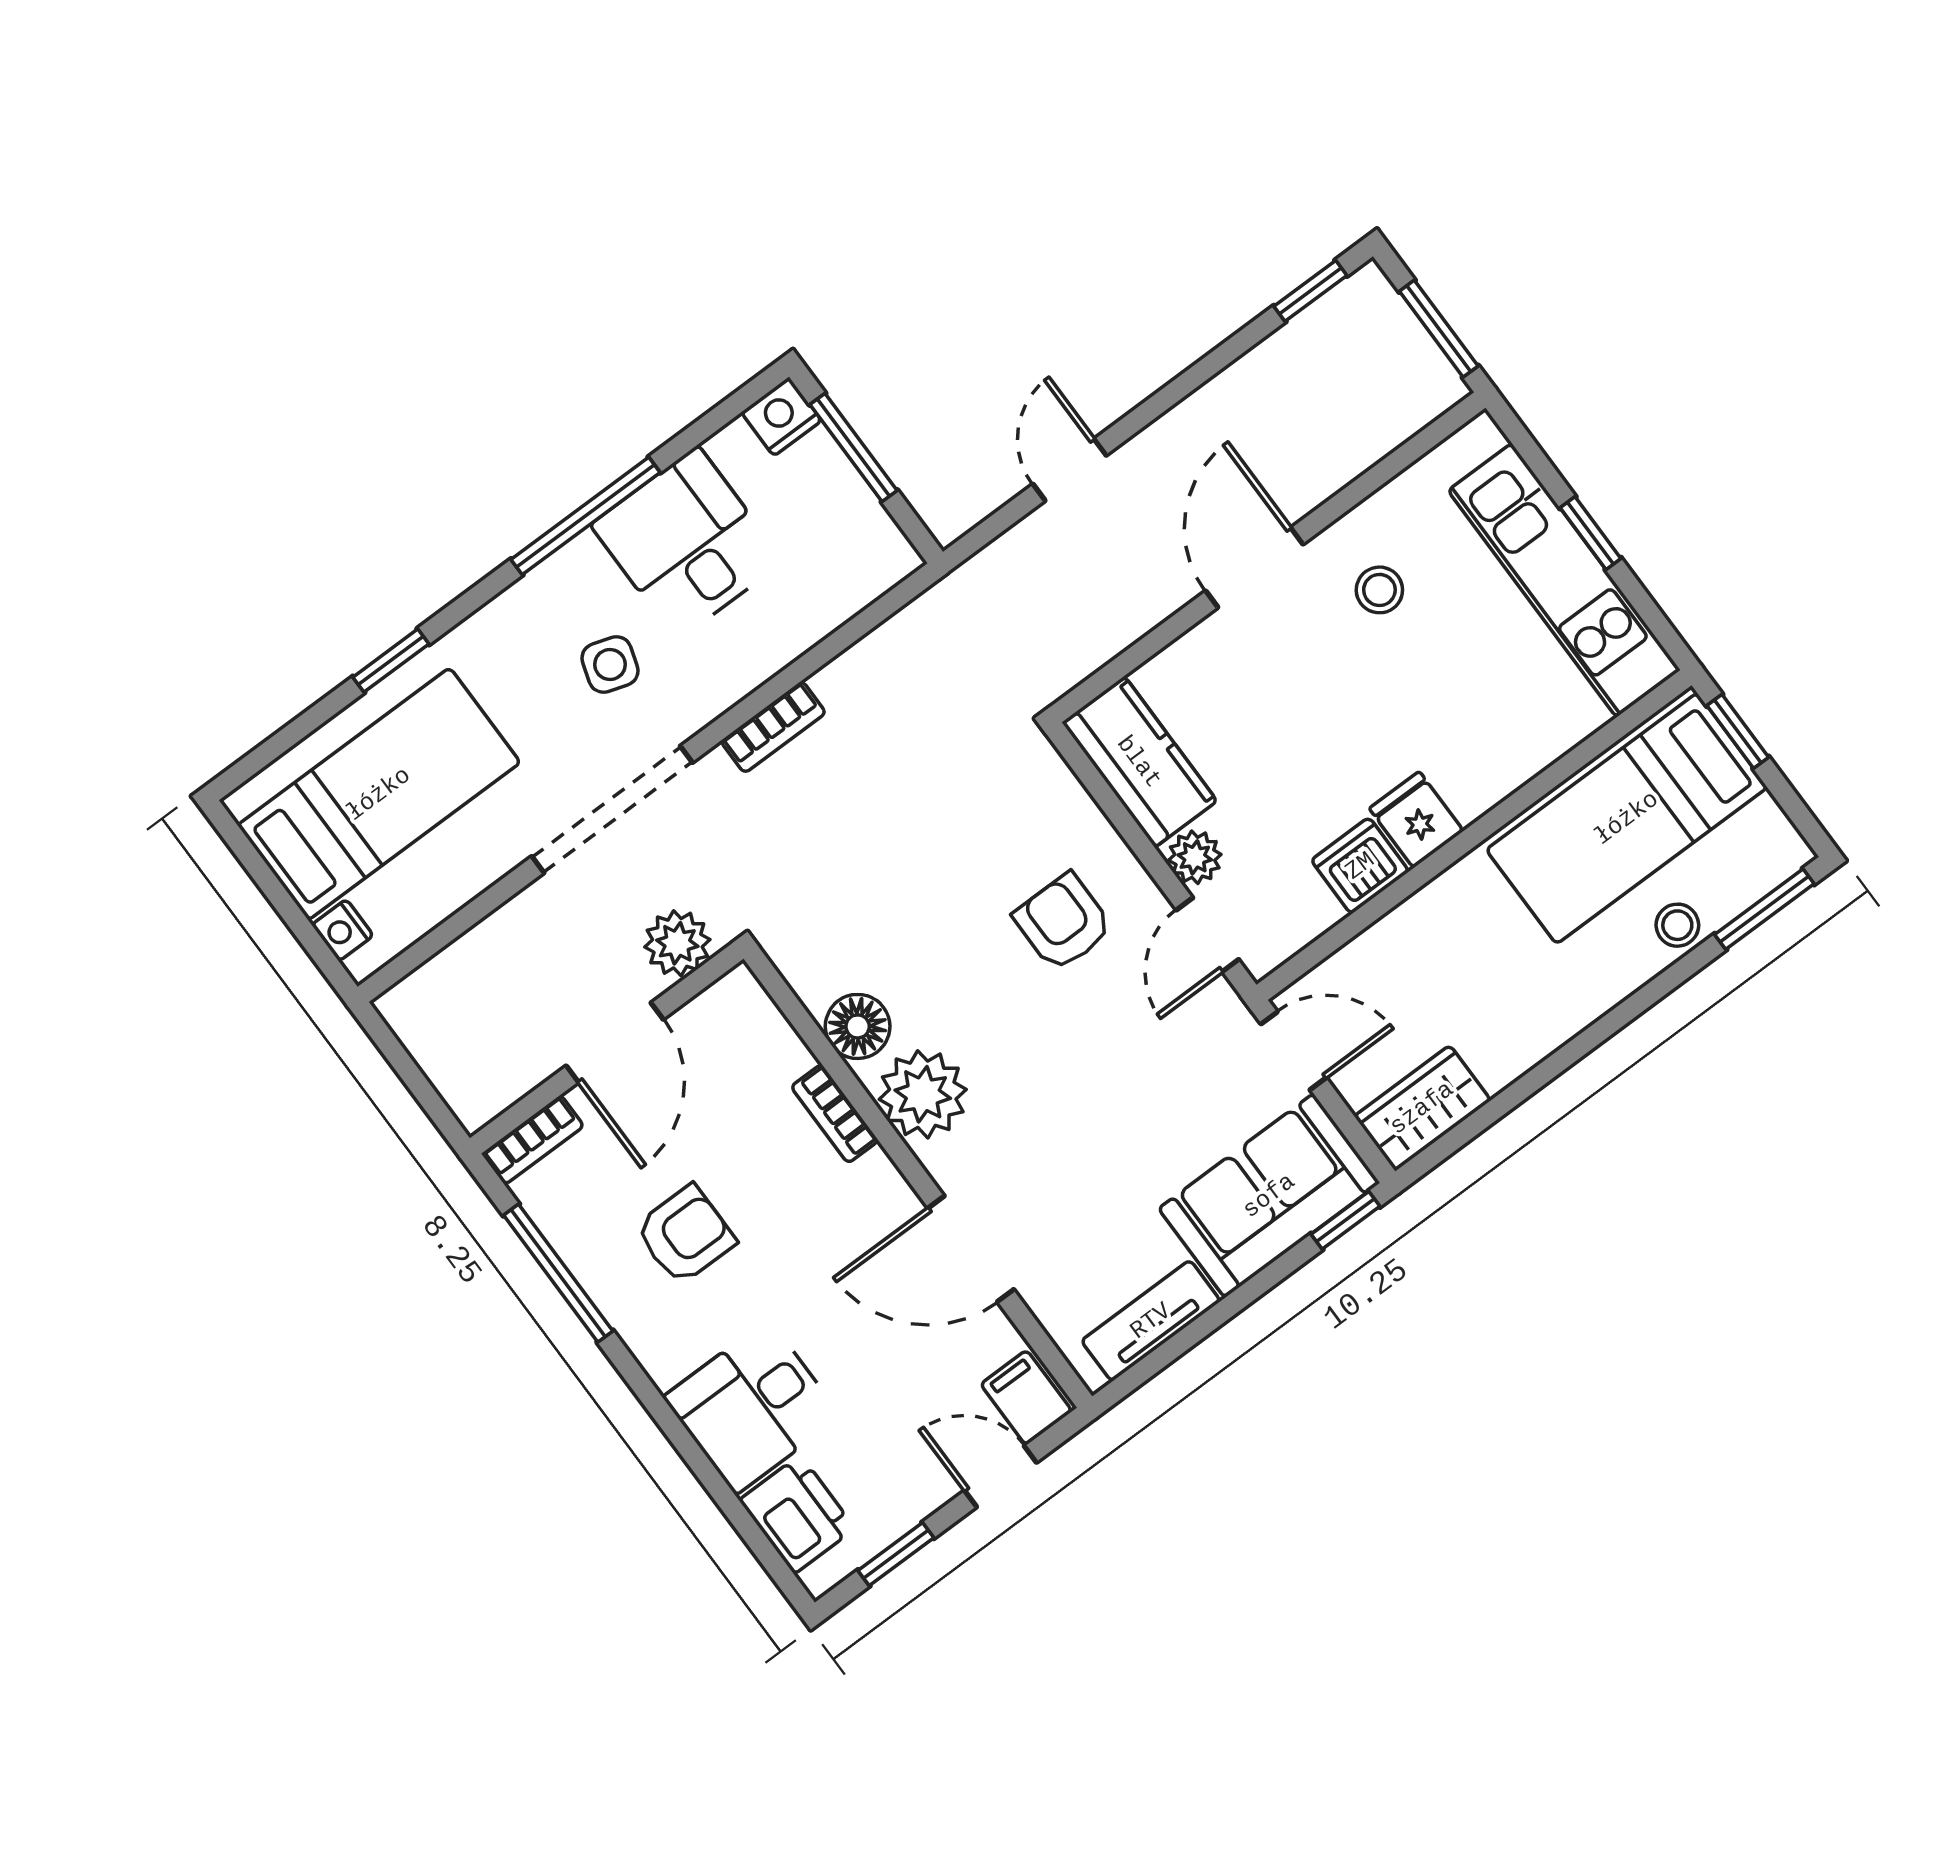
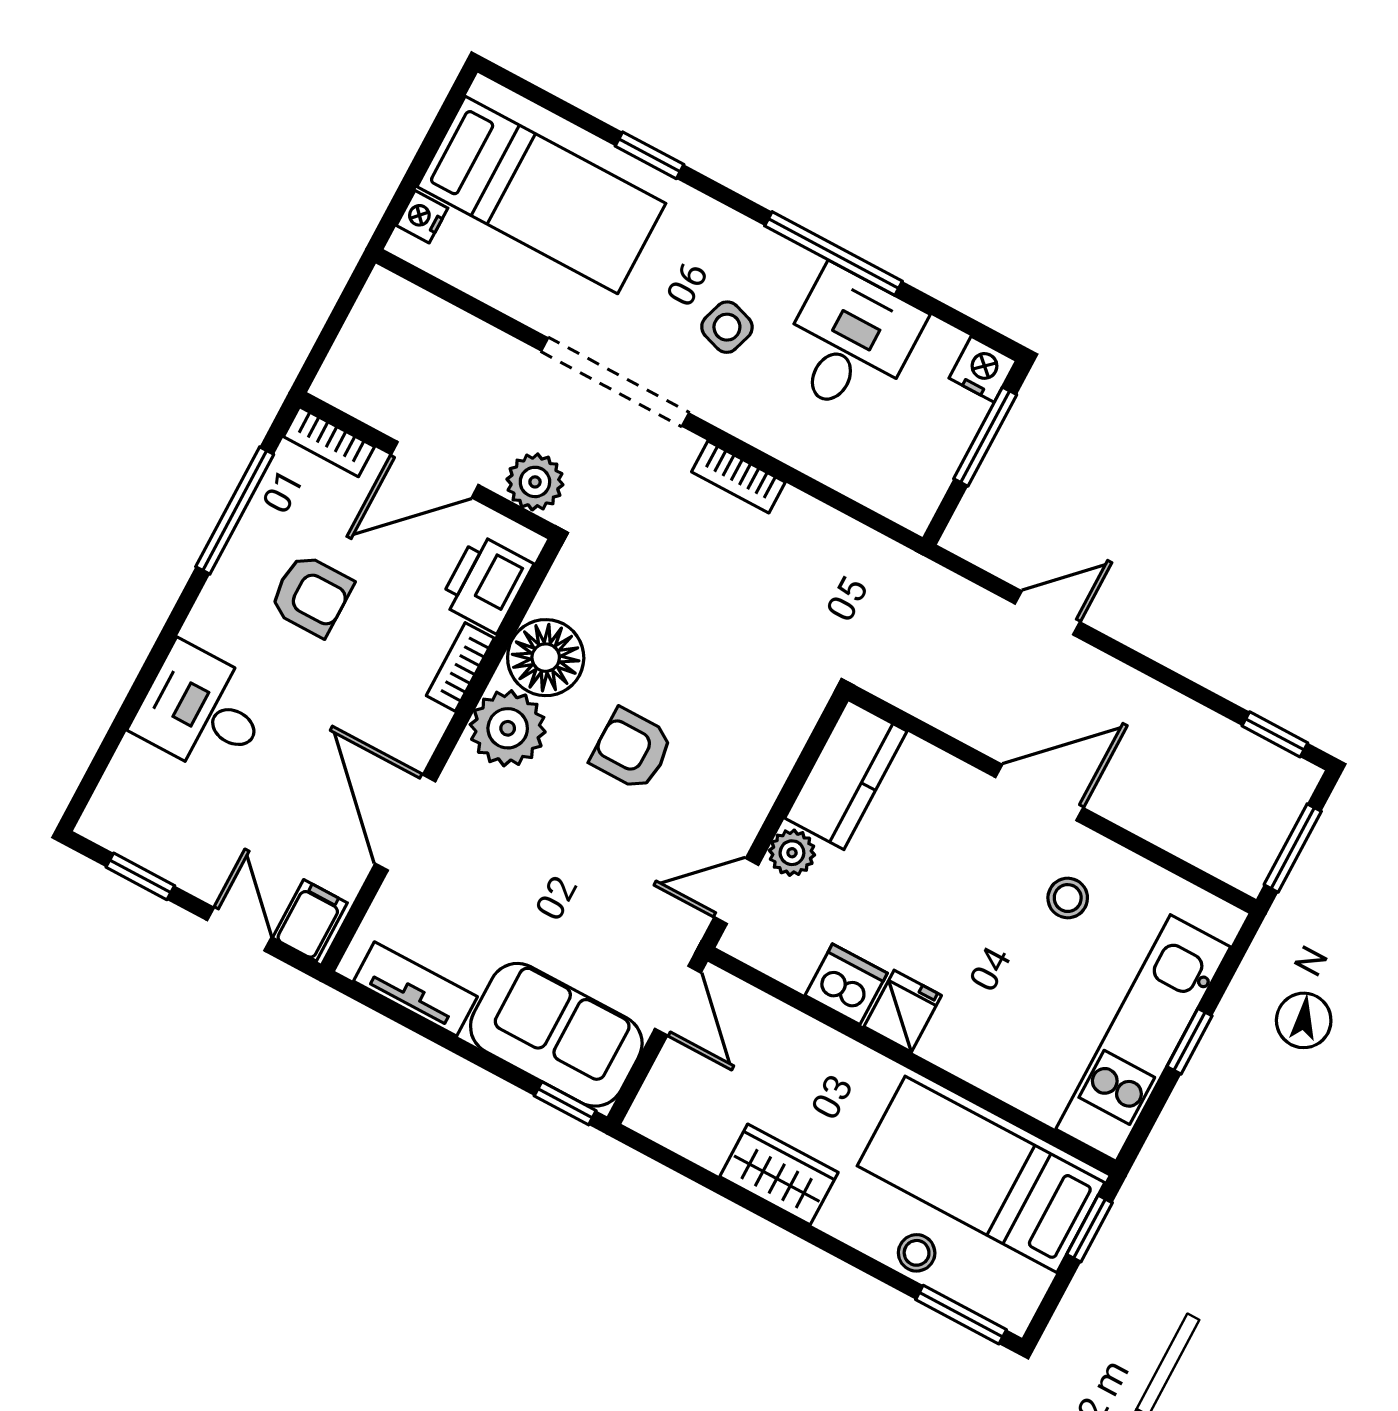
armchair: (1063, 922) -> (632, 749), moved, turned -90
floor lamp: (858, 1026) -> (546, 658), width x1.38, depth x1.38
wardrobe: (1422, 1108) -> (779, 1174), moved
printer: (797, 1514) -> (486, 583), moved, turned 180

